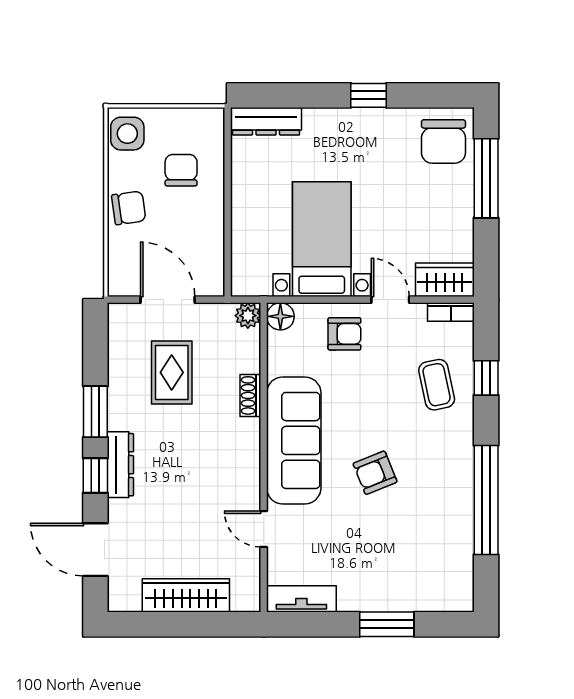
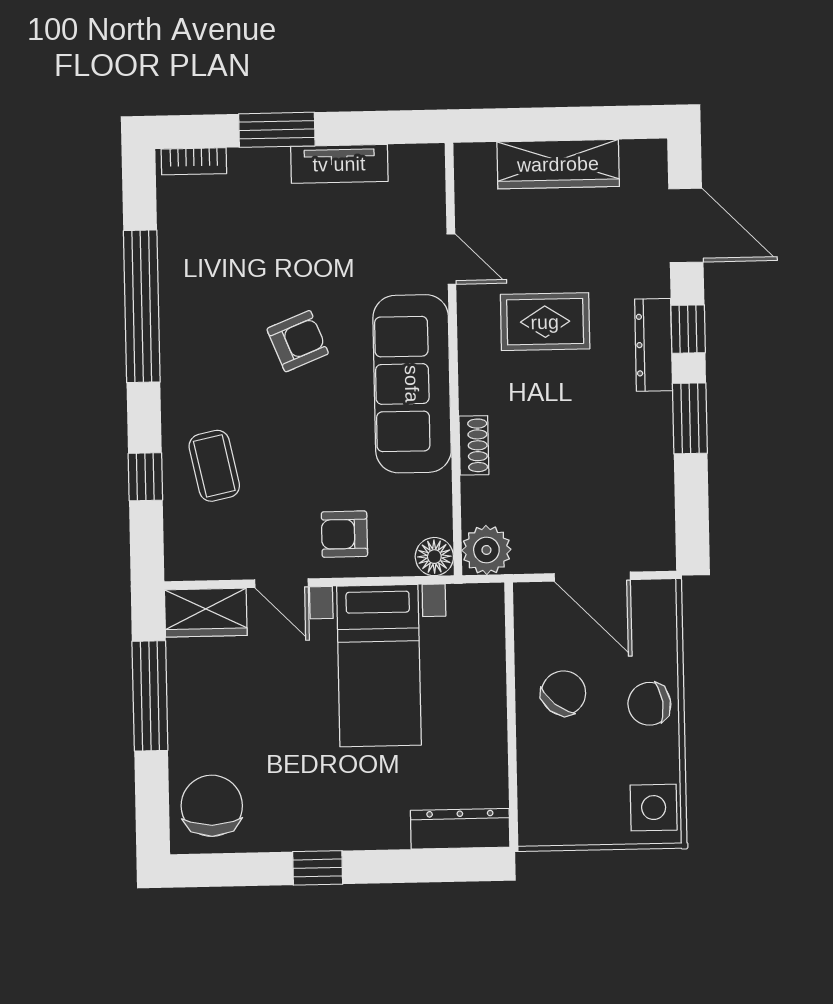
chair: (181, 170) -> (563, 693), moved, turned -141
window: (486, 178) -> (150, 696), moved
bookcase: (451, 312) -> (194, 161), moved, turned 180
plant: (248, 316) -> (486, 550), width x1.38, depth x1.38
rug: (172, 372) -> (545, 322), moved, turned 90
tv unit: (301, 599) -> (339, 164), moved

